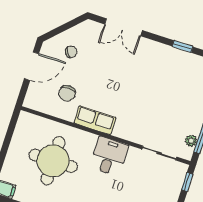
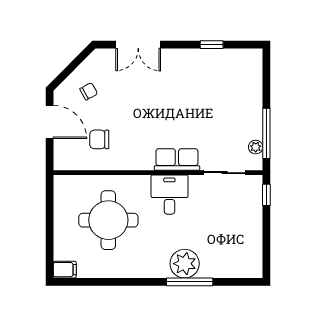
door: (32, 66) -> (50, 122), hinge flipped
chair: (67, 93) -> (99, 139), turned 90
row of seats: (95, 120) -> (177, 159), moved

